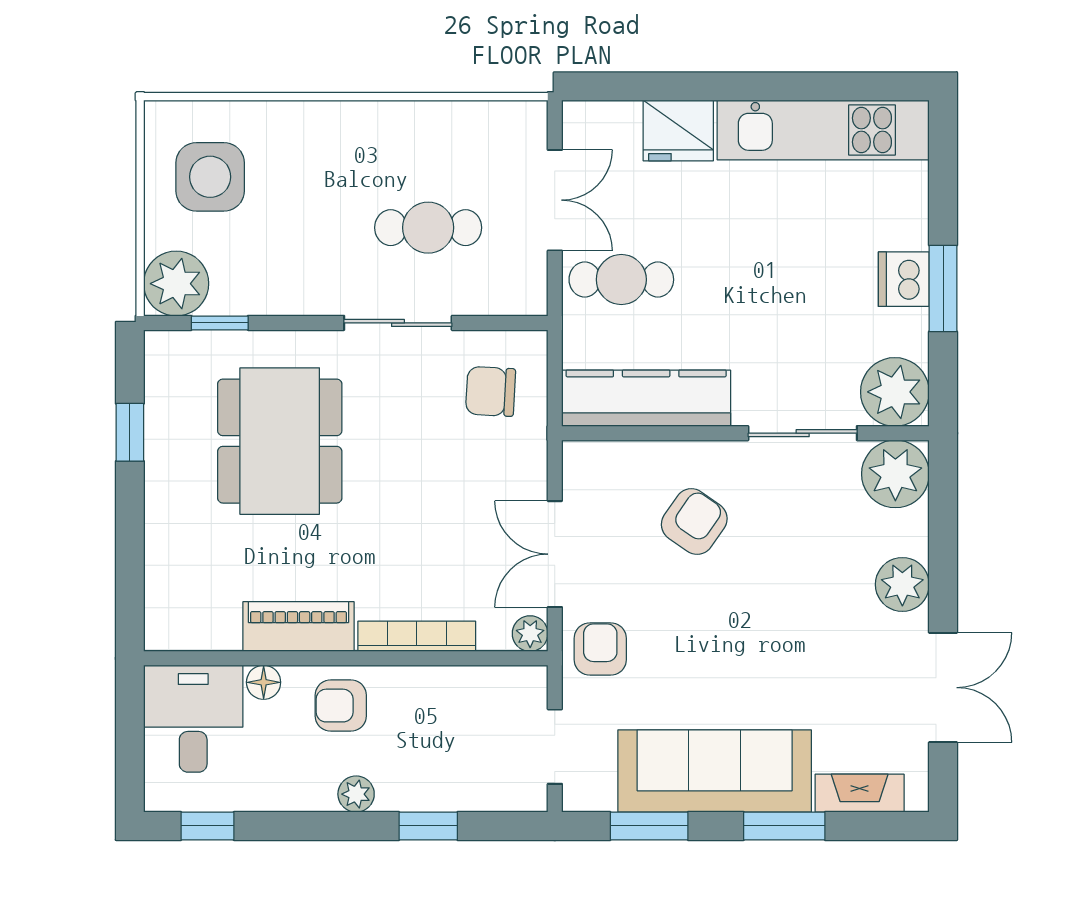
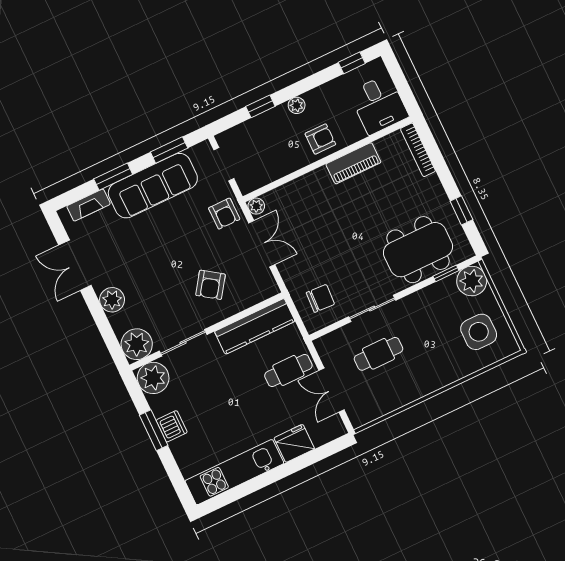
dining table: (280, 441) -> (418, 250), moved, turned 90
bookcase: (417, 636) -> (418, 150), moved, turned 90
floor lamp: (264, 682) -> (357, 133), removed

